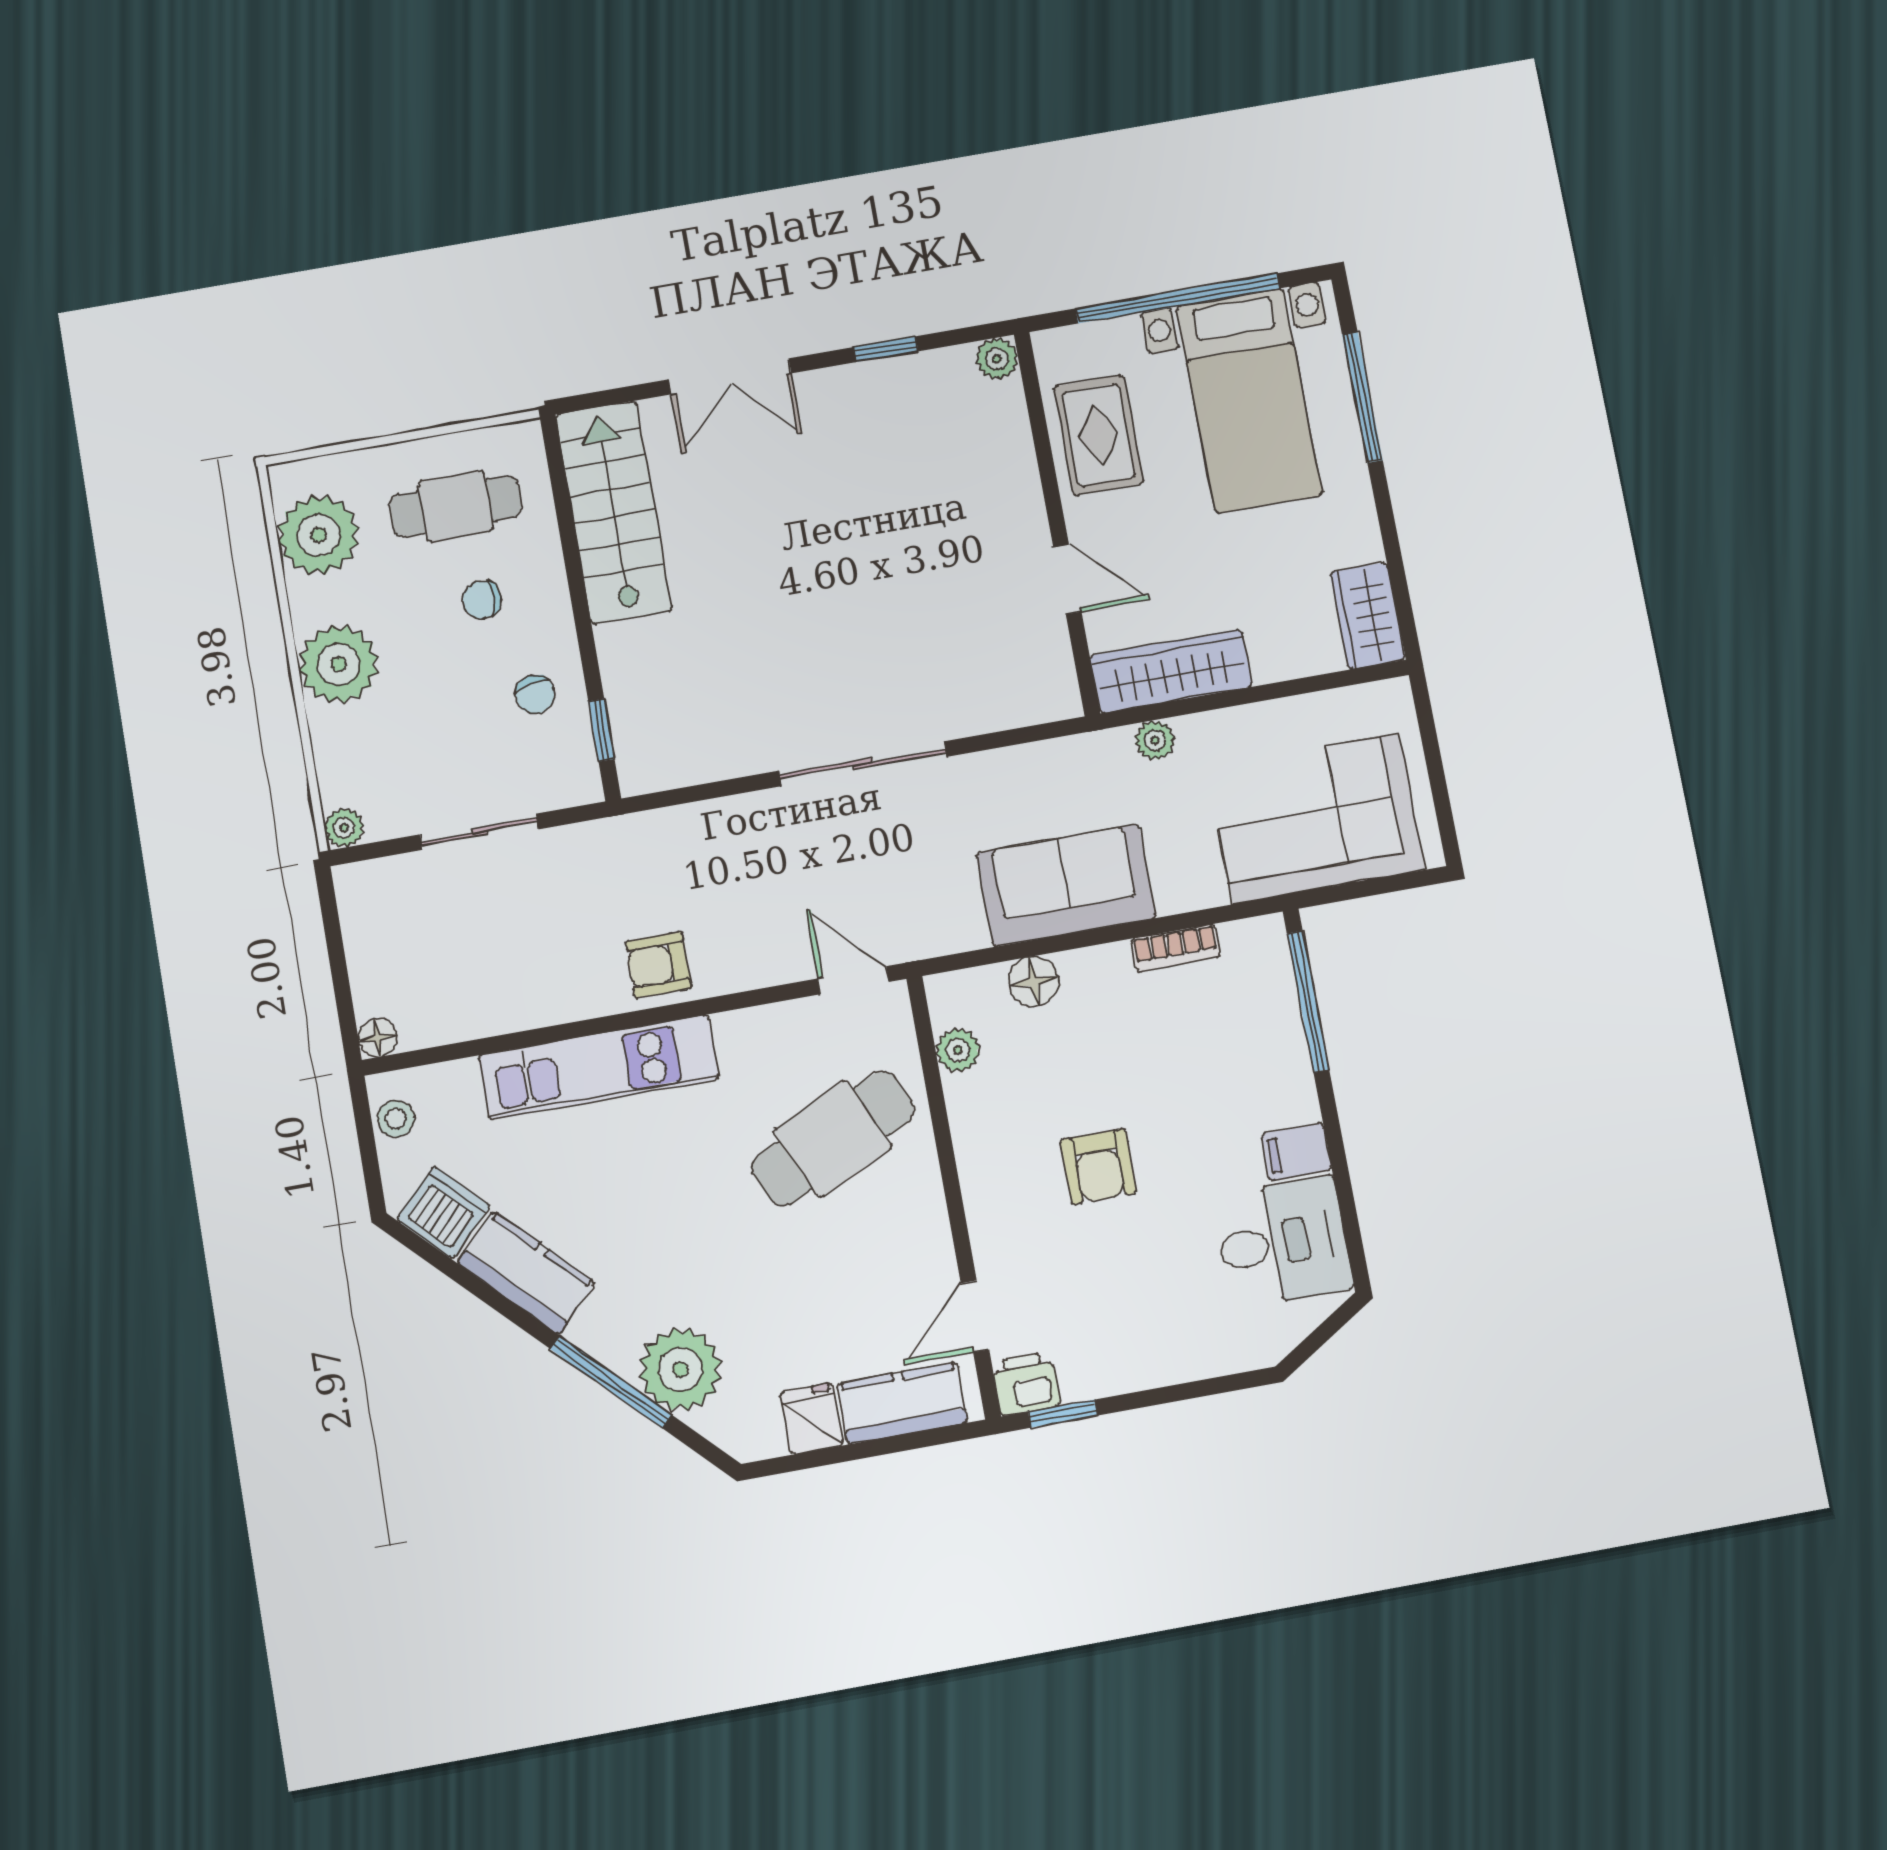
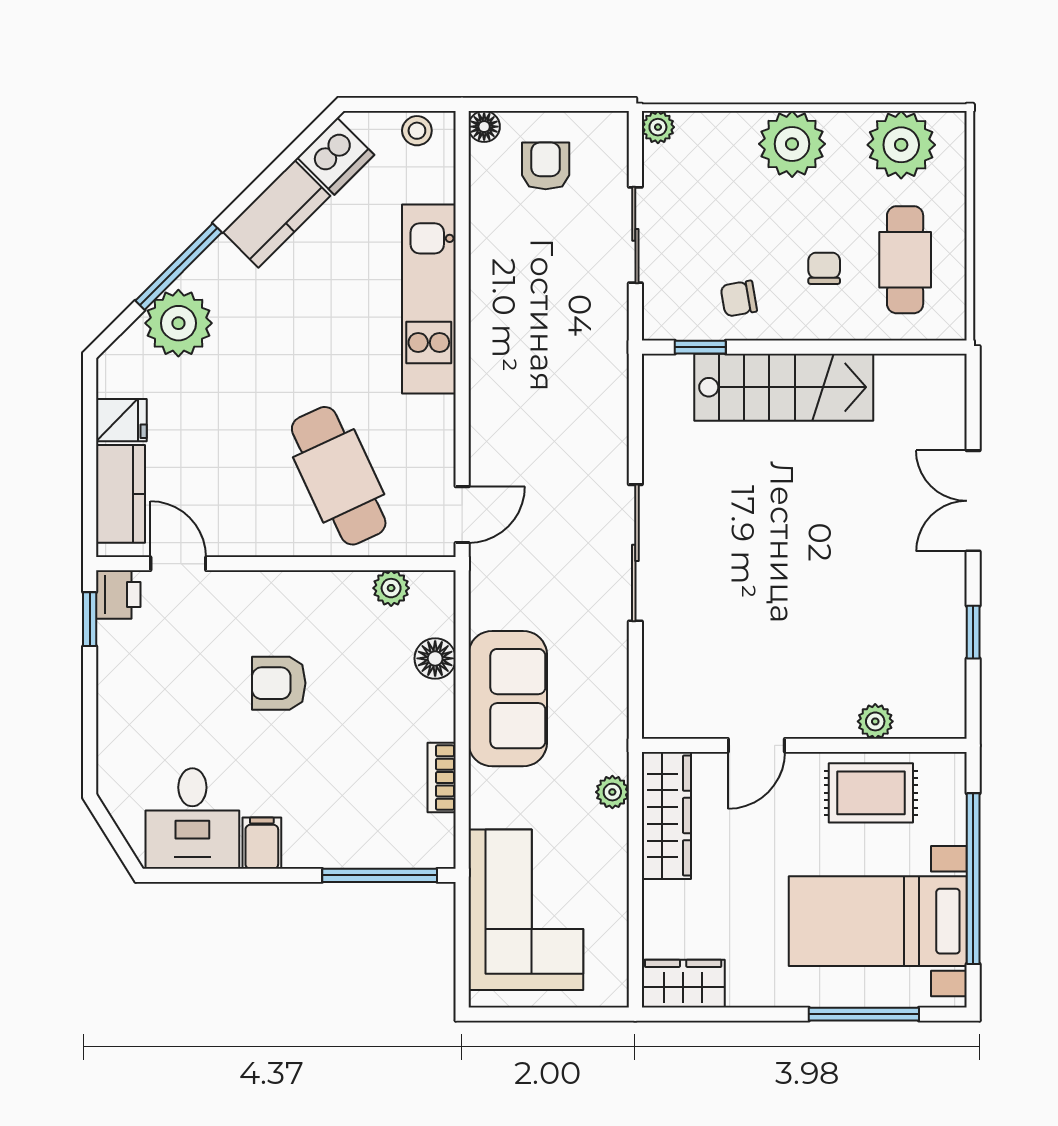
plant: (997, 359) -> (875, 721), moved
stairs: (614, 512) -> (784, 387), moved
armchair: (658, 965) -> (546, 166), moved

